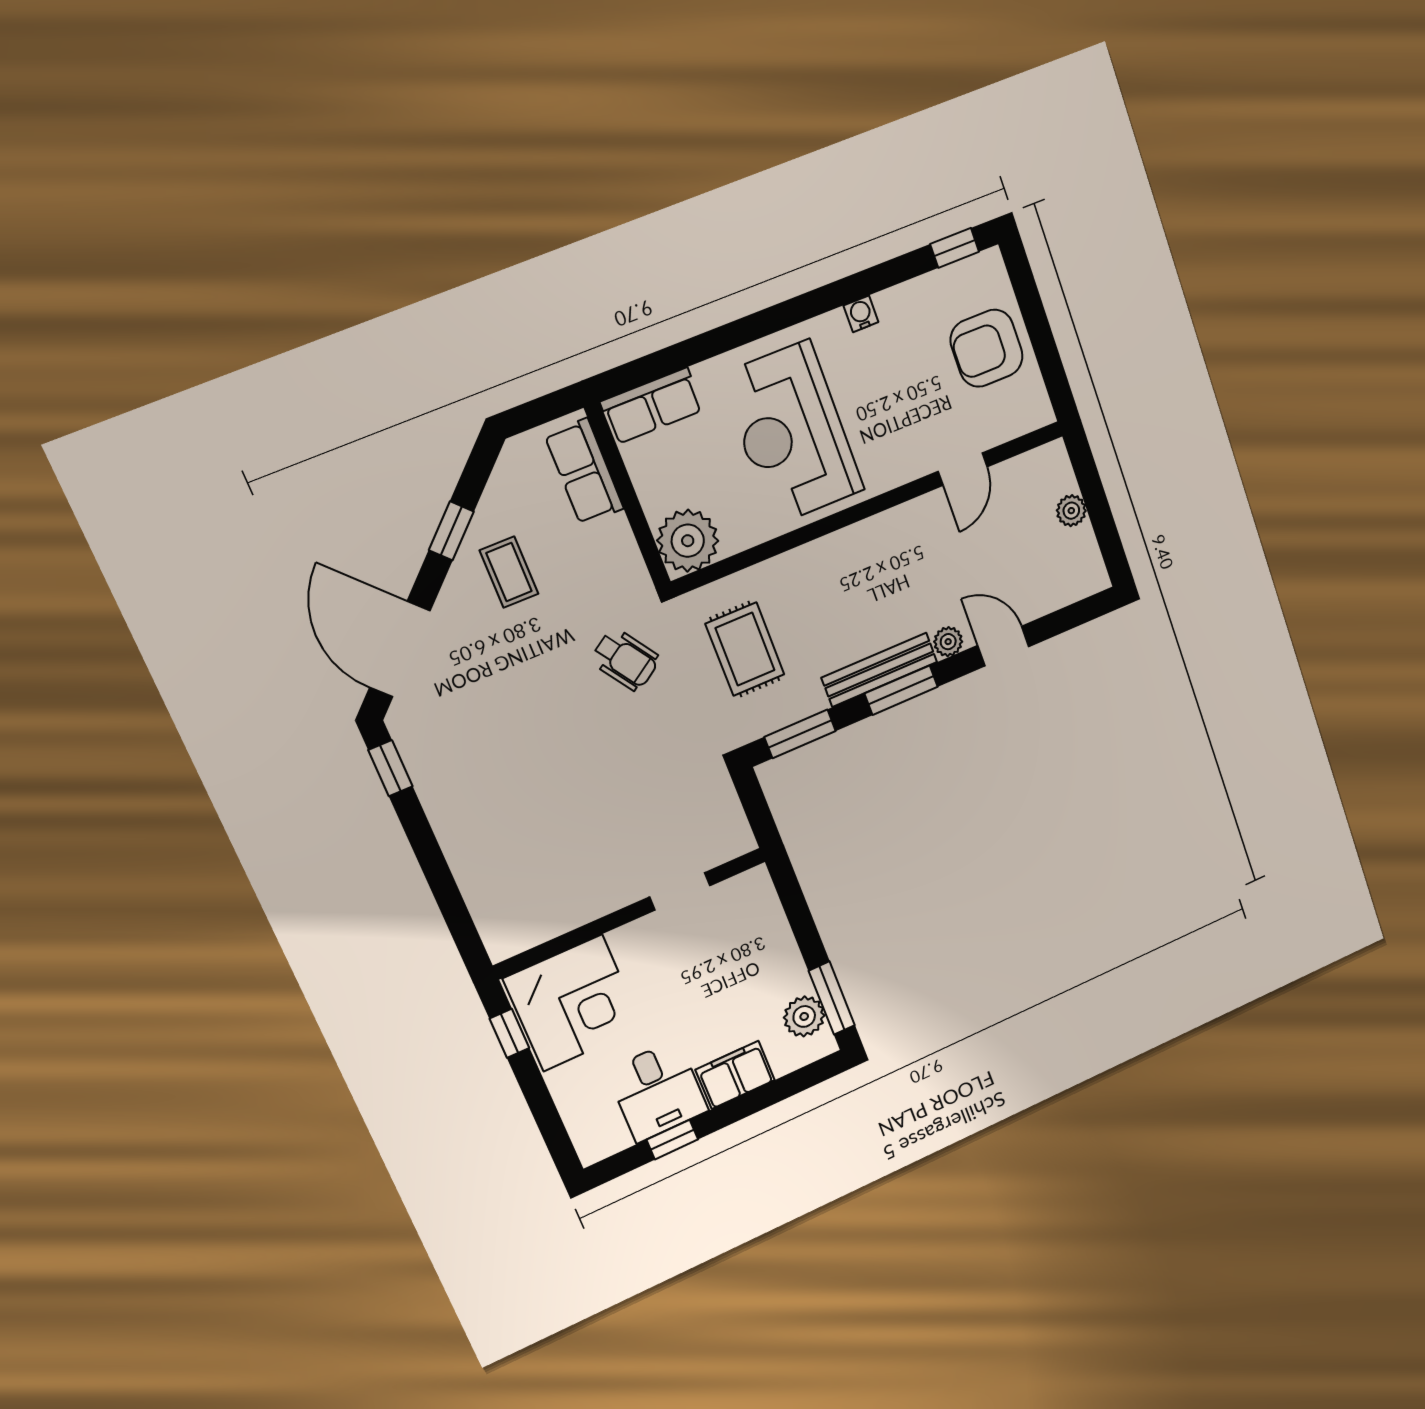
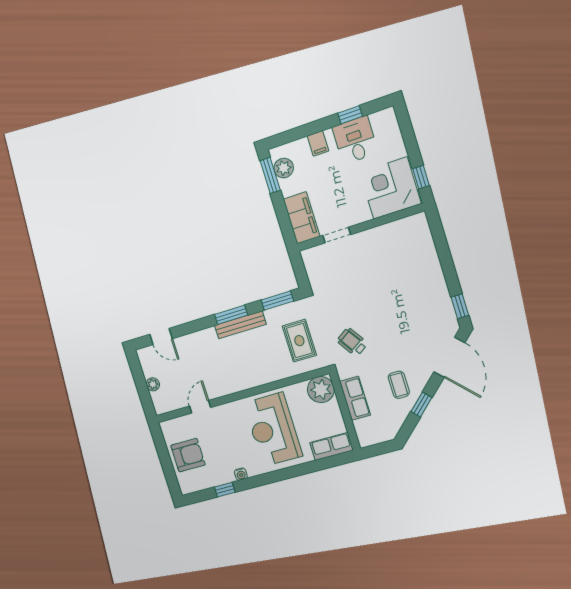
window: (955, 248) -> (225, 490), moved
reception desk: (792, 433) -> (273, 429), turned 180
row of seats: (584, 472) -> (355, 398), moved
plant: (948, 642) -> (209, 334), removed
door: (1003, 646) -> (161, 336), moved
filing cabinet: (759, 918) -> (302, 218), added
filing cabinet: (735, 1075) -> (318, 143), width x0.50

